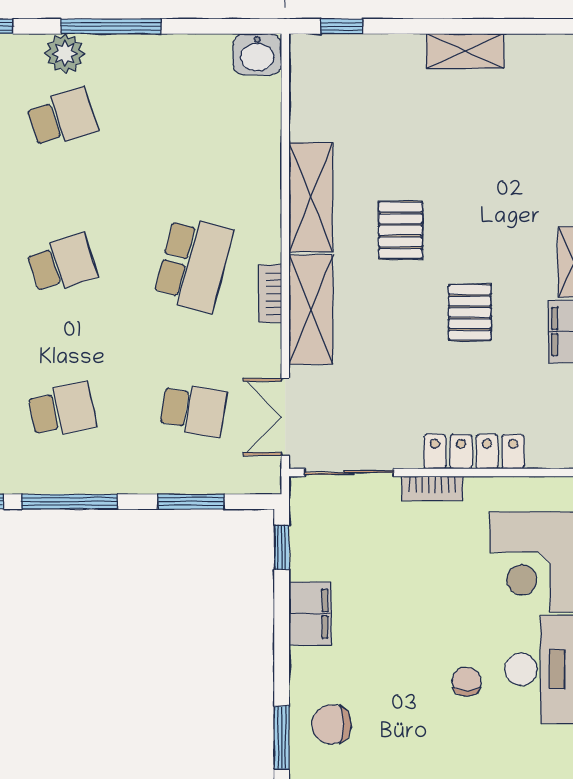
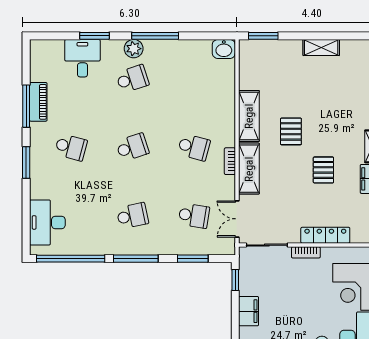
window: (342, 26) -> (263, 36), width x1.50
school desk: (193, 264) -> (194, 147), width x0.54

